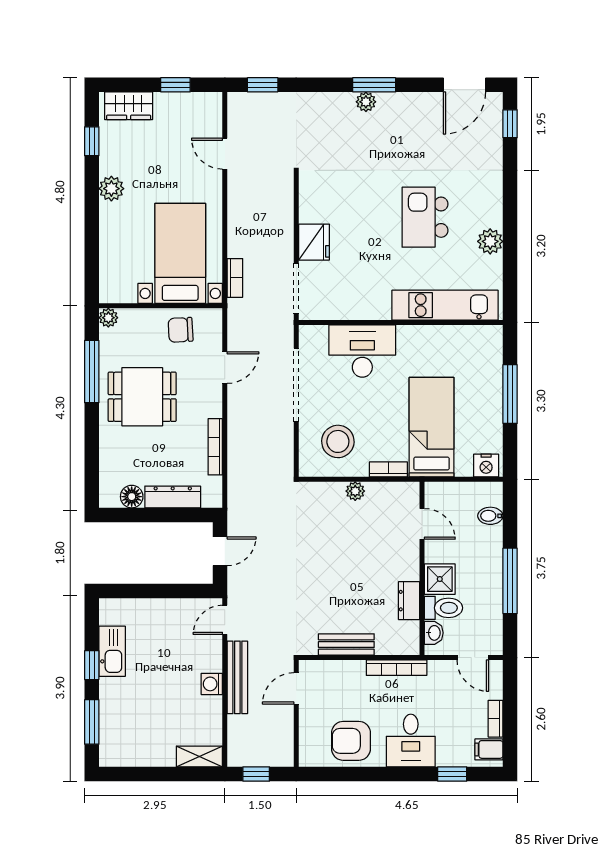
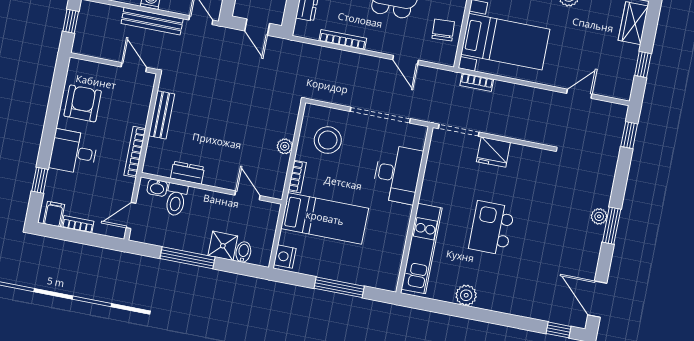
kitchen island: (425, 217) -> (492, 228), moved, turned -90
door: (422, 524) -> (248, 195), swing flipped
shower: (440, 579) -> (223, 246), moved

